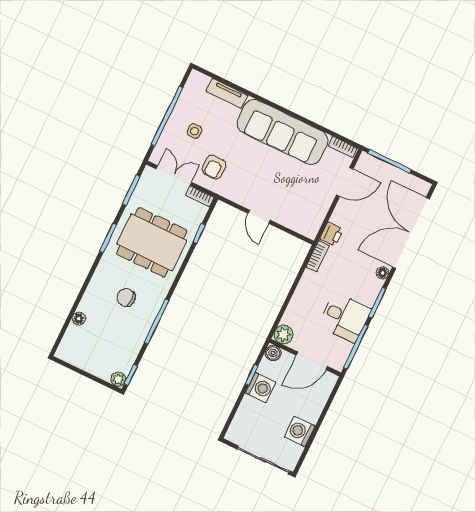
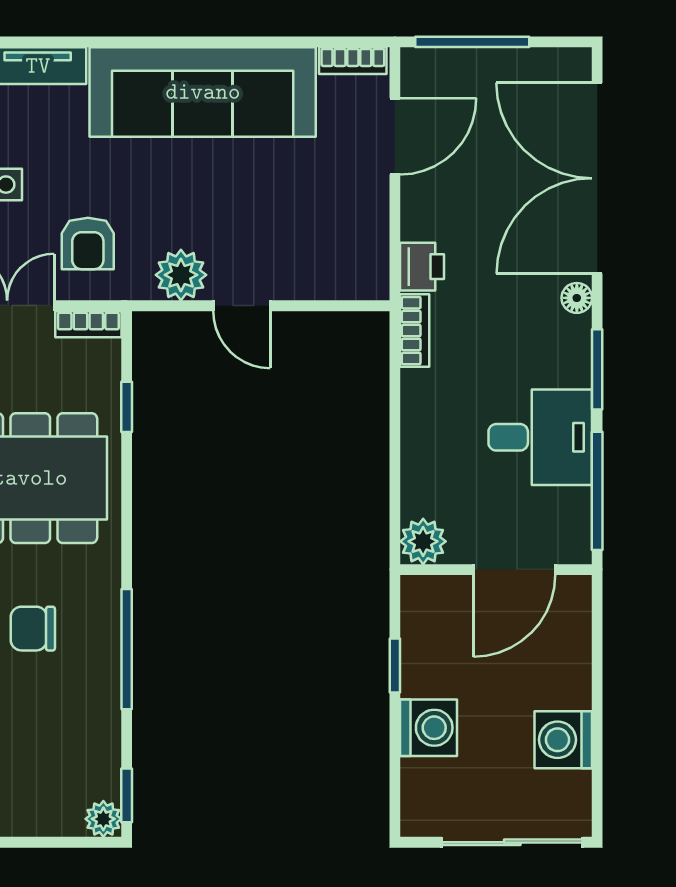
plant: (242, 195) -> (181, 275), added
boiler: (273, 353) -> (419, 594), removed
washing machine: (261, 387) -> (429, 728), moved

